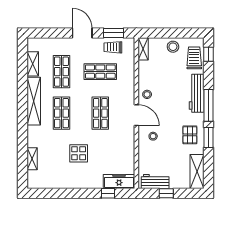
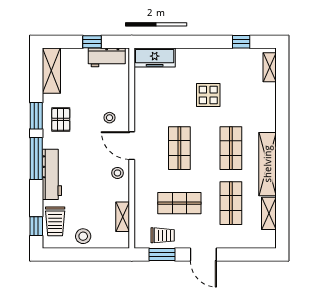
shelving: (143, 49) -> (123, 217), moved
shelving: (32, 159) -> (270, 67), moved
window: (108, 193) -> (241, 42), moved

